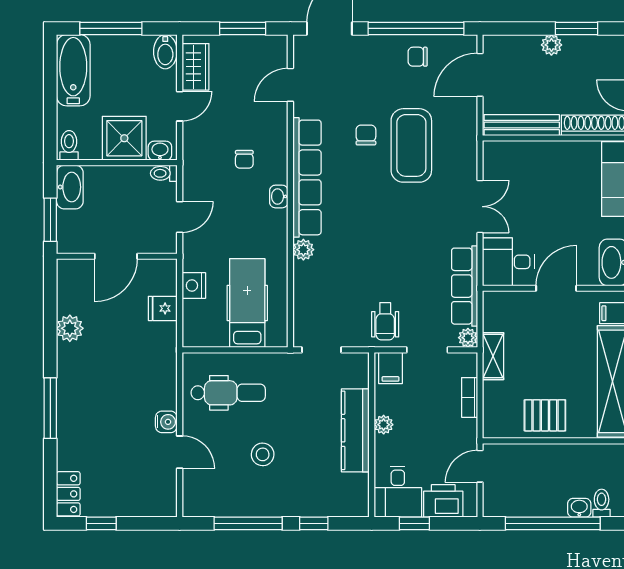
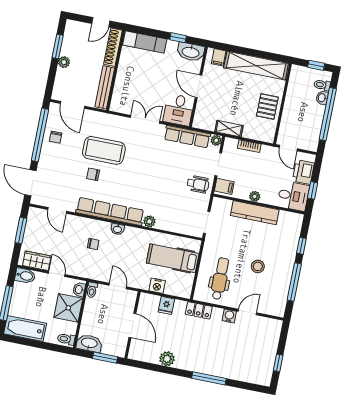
locker: (68, 494) -> (199, 310), moved, turned 180

